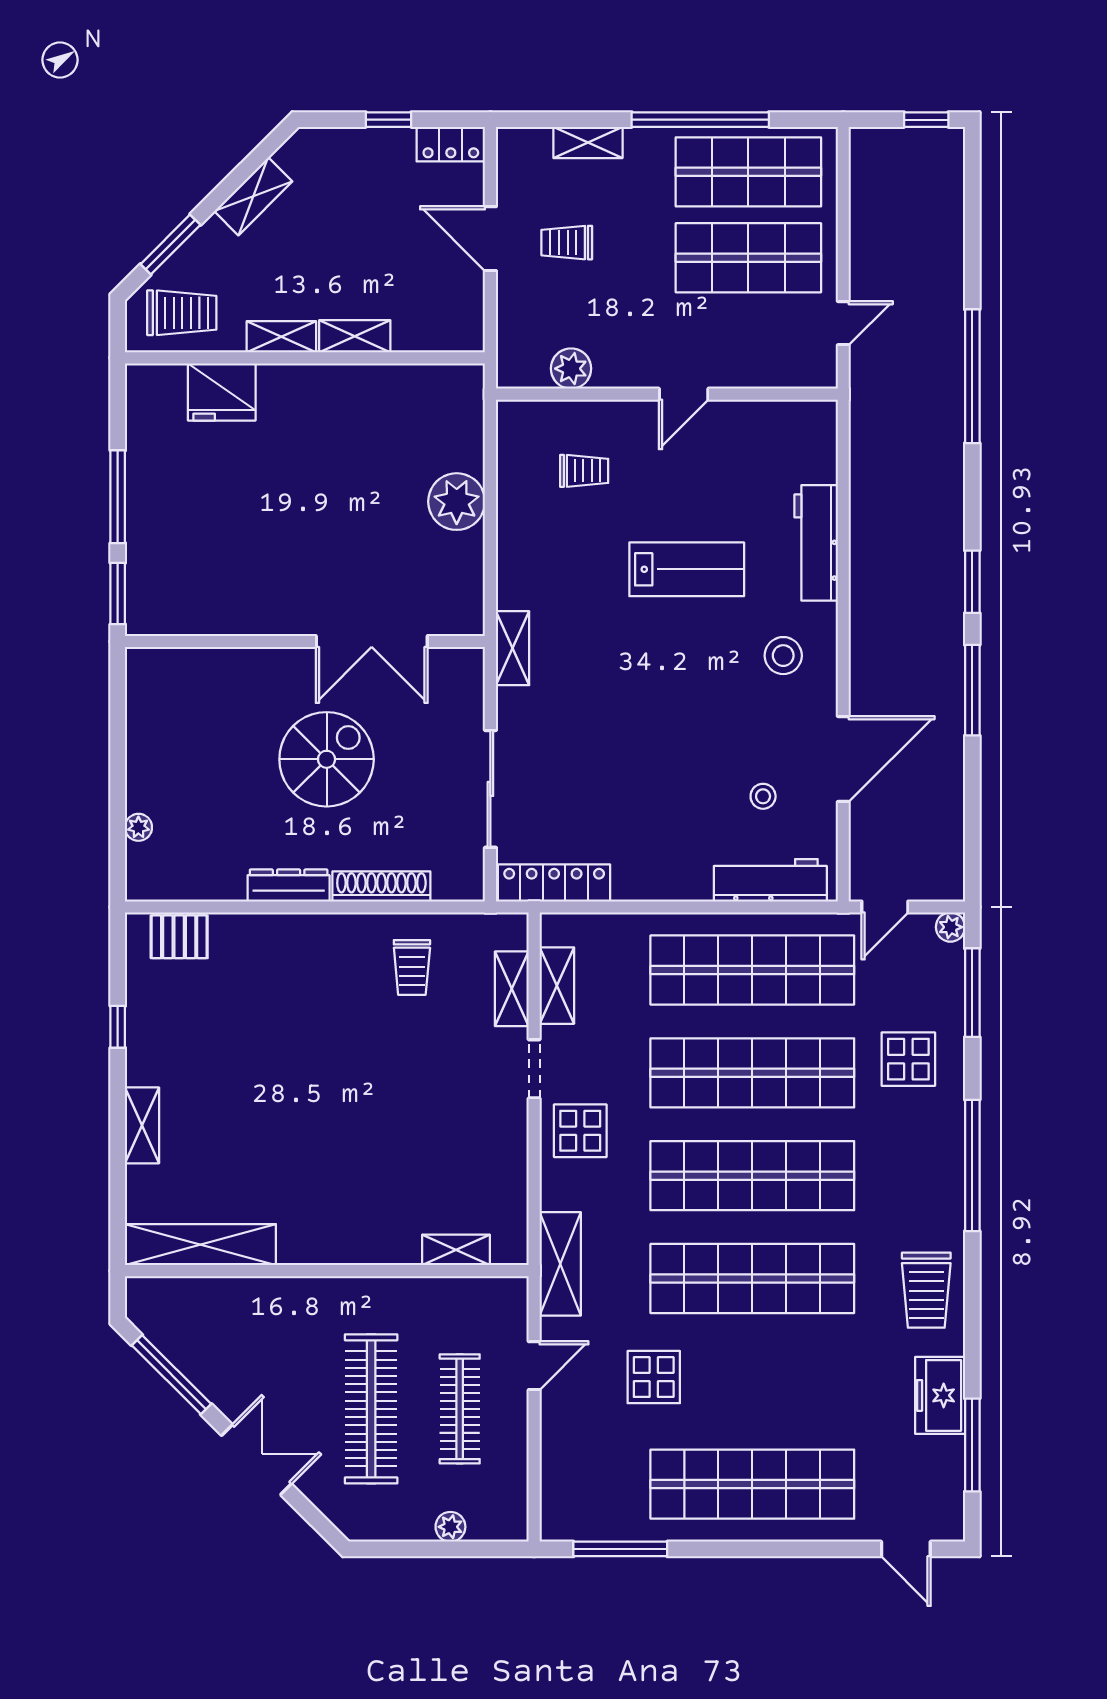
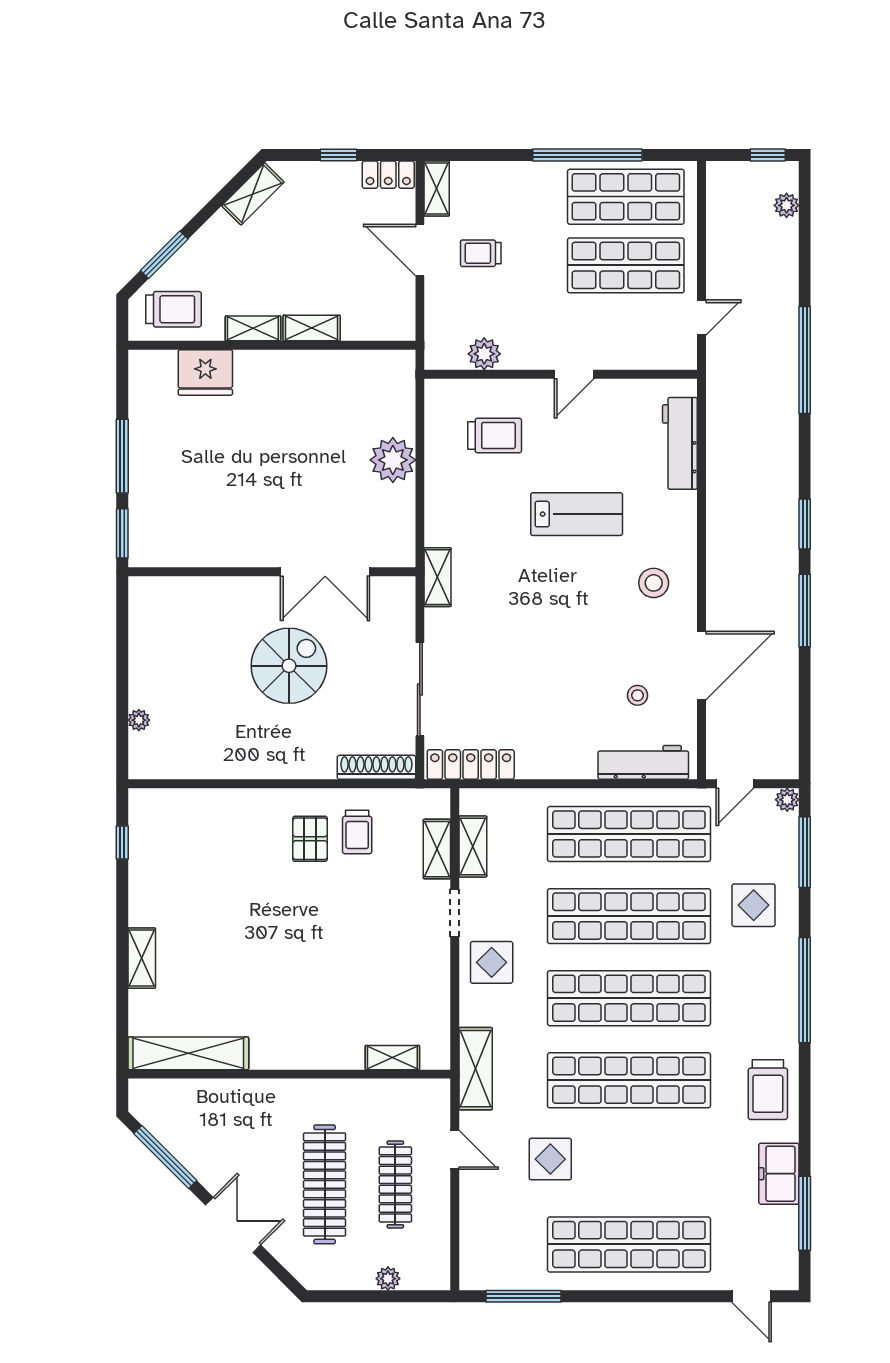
shelving: (588, 142) -> (437, 188), moved, turned 90
plant: (950, 183) -> (787, 205), added
shelving: (253, 196) -> (253, 194), moved
trolley: (584, 471) -> (495, 435), width x1.36, depth x1.39
workbench: (816, 543) -> (680, 443), moved
dresser: (289, 886) -> (259, 767), removed
shoe rack: (381, 886) -> (376, 767), moved
pallet: (179, 937) -> (310, 839), moved, turned 90
window: (118, 1027) -> (122, 843), moved
door: (534, 1366) -> (455, 1150), hinge flipped

